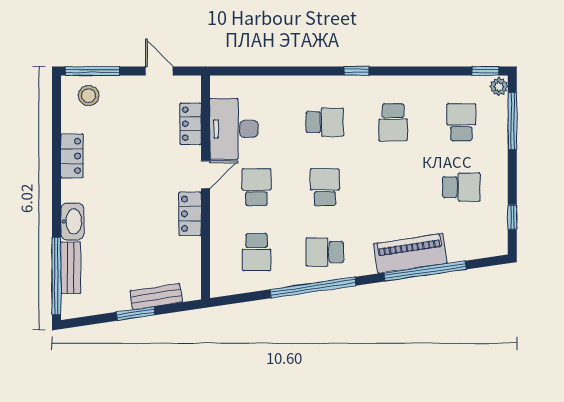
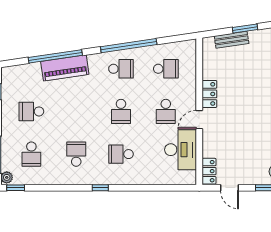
locker: (191, 124) -> (209, 171), moved
school desk: (256, 252) -> (166, 69), turned 90

